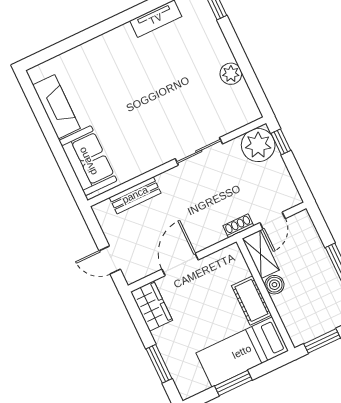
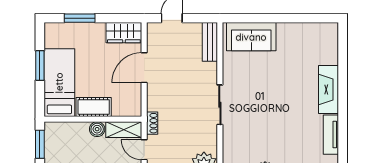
fireplace: (56, 107) -> (329, 90), moved, turned 90
sliding door: (199, 151) -> (220, 105), moved
bench: (135, 195) -> (210, 42), moved
door: (180, 265) -> (144, 68), swing flipped

